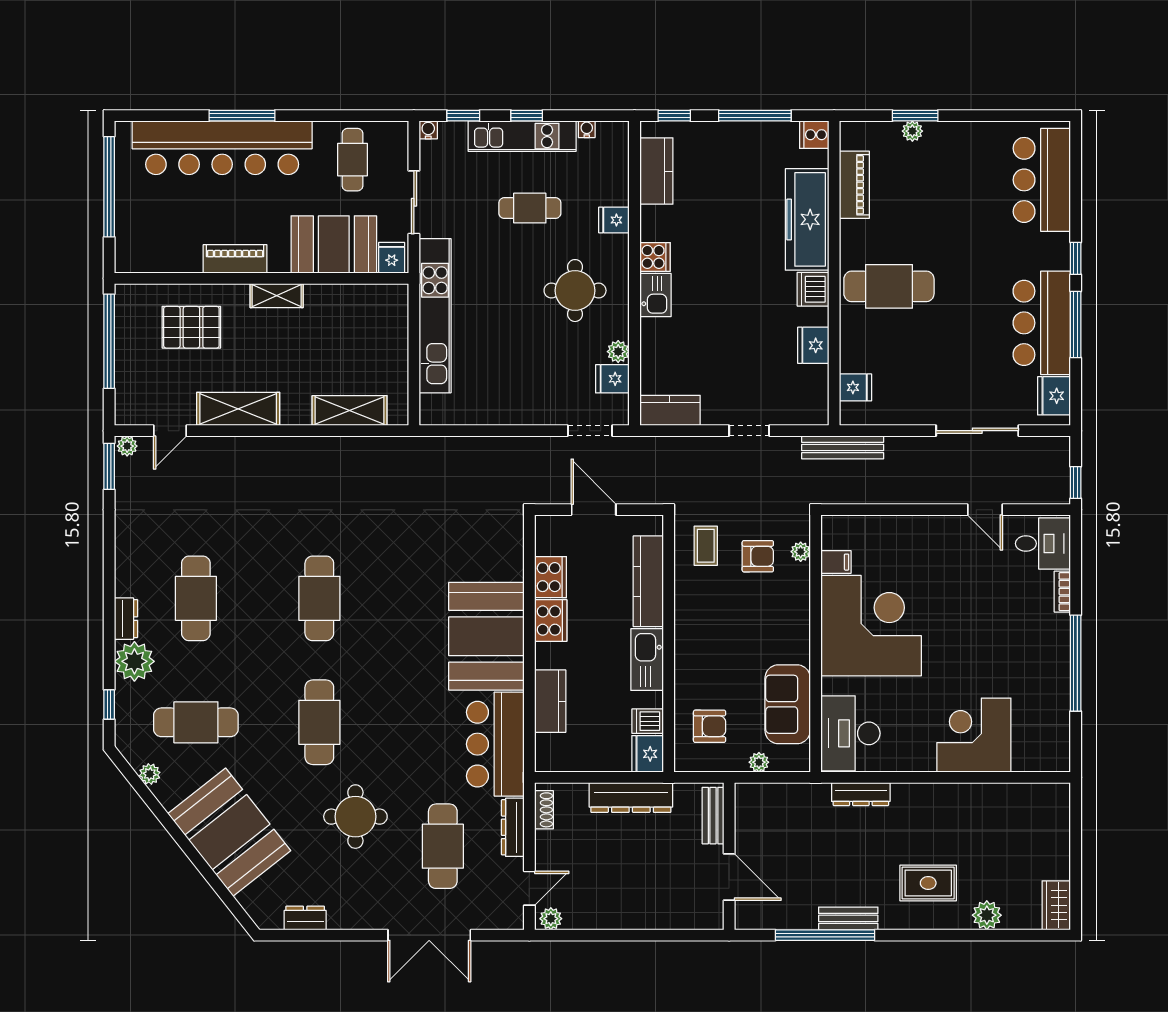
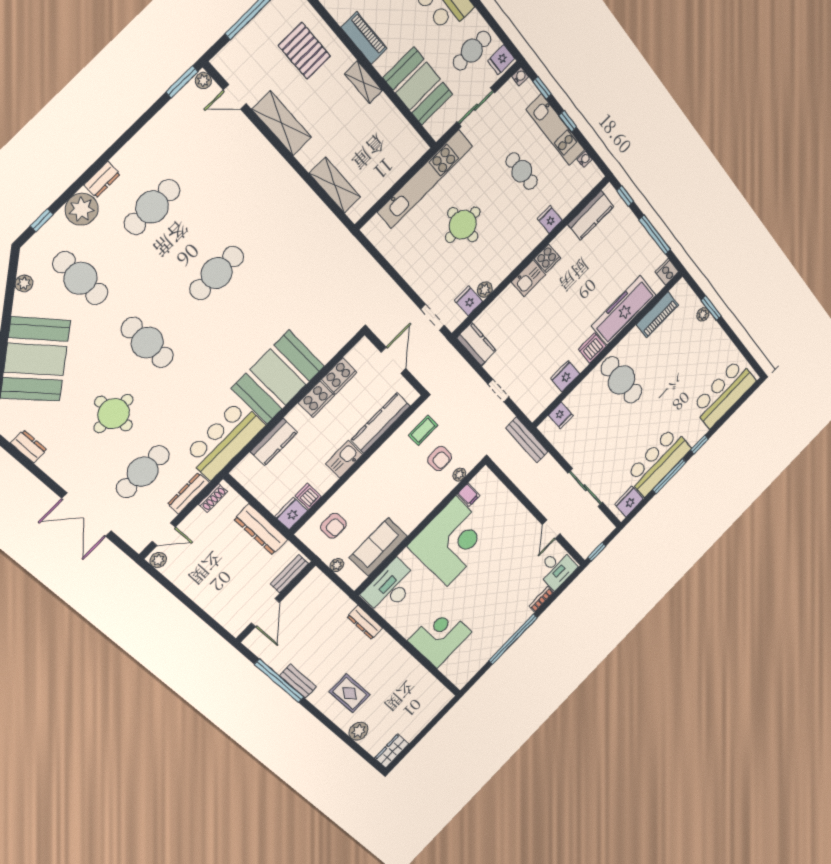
fridge: (392, 258) -> (501, 60), moved, turned 180
round table: (575, 291) -> (463, 225), moved
kitchen sink: (647, 660) -> (344, 459), width x0.73
cafe table: (319, 722) -> (147, 343), turned 90

